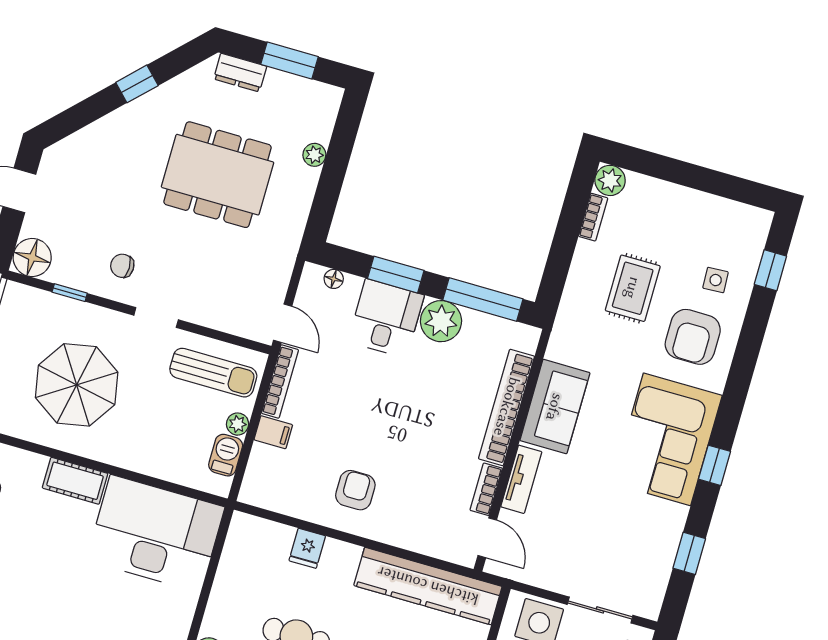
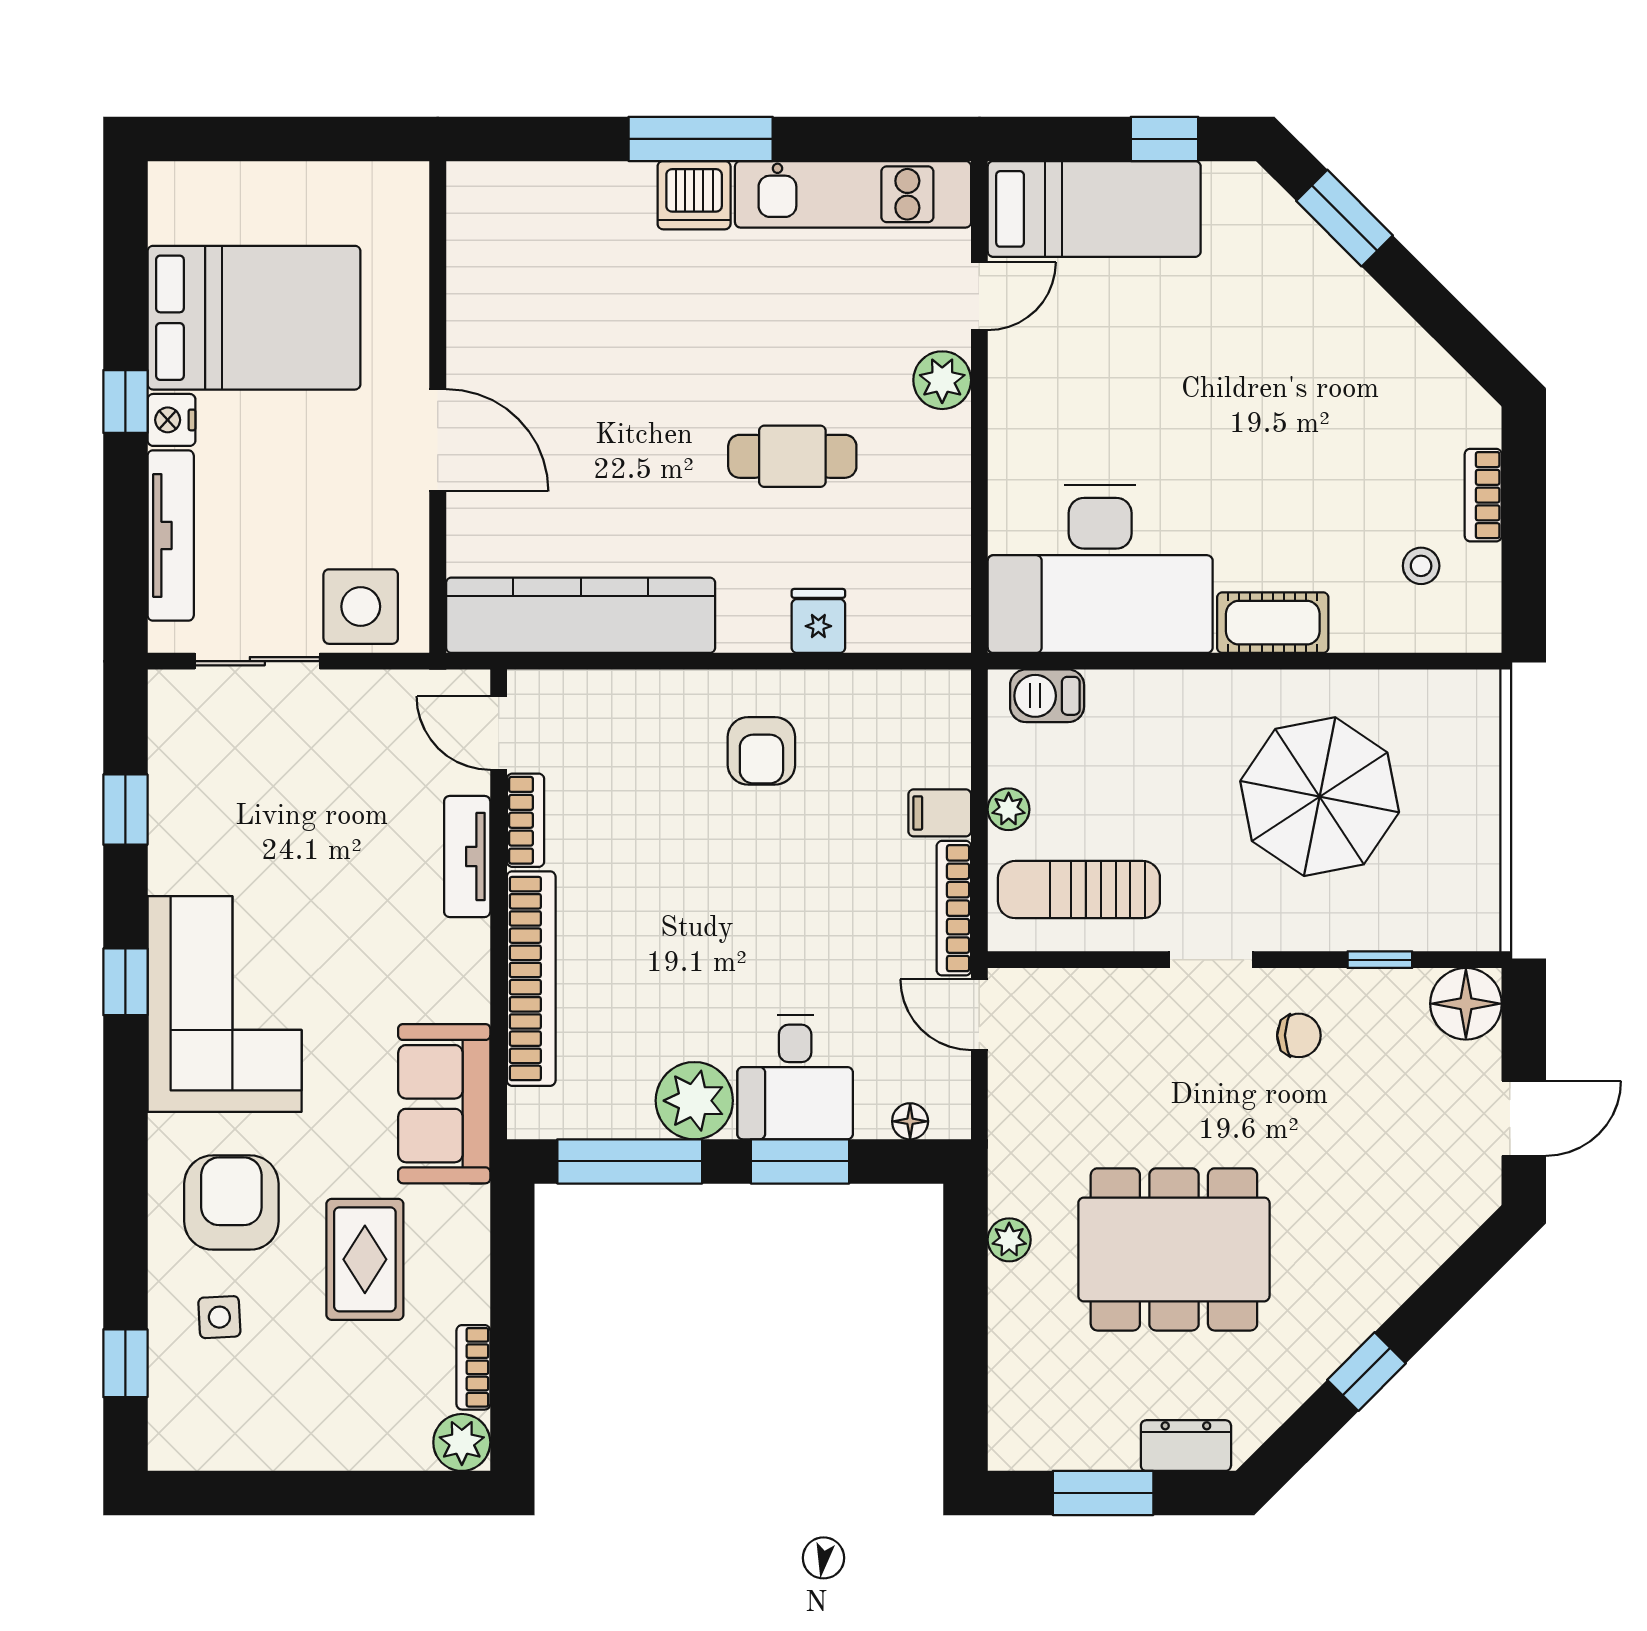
plant: (314, 155) -> (1009, 1240), moved
sofa: (555, 407) -> (444, 1104), moved
barbecue: (226, 455) -> (1047, 696), moved, turned 90

